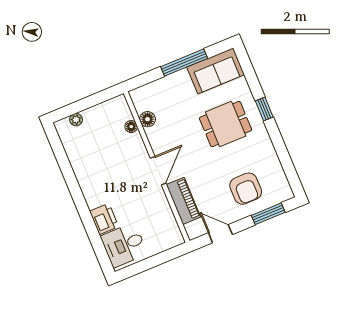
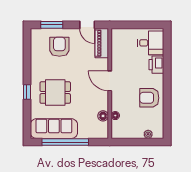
window: (184, 63) -> (65, 142), width x1.46
sofa: (216, 71) -> (54, 129), width x1.36
armchair: (95, 170) -> (149, 98), added
door: (158, 171) -> (110, 81), hinge flipped
piano: (183, 201) -> (102, 43), moved

